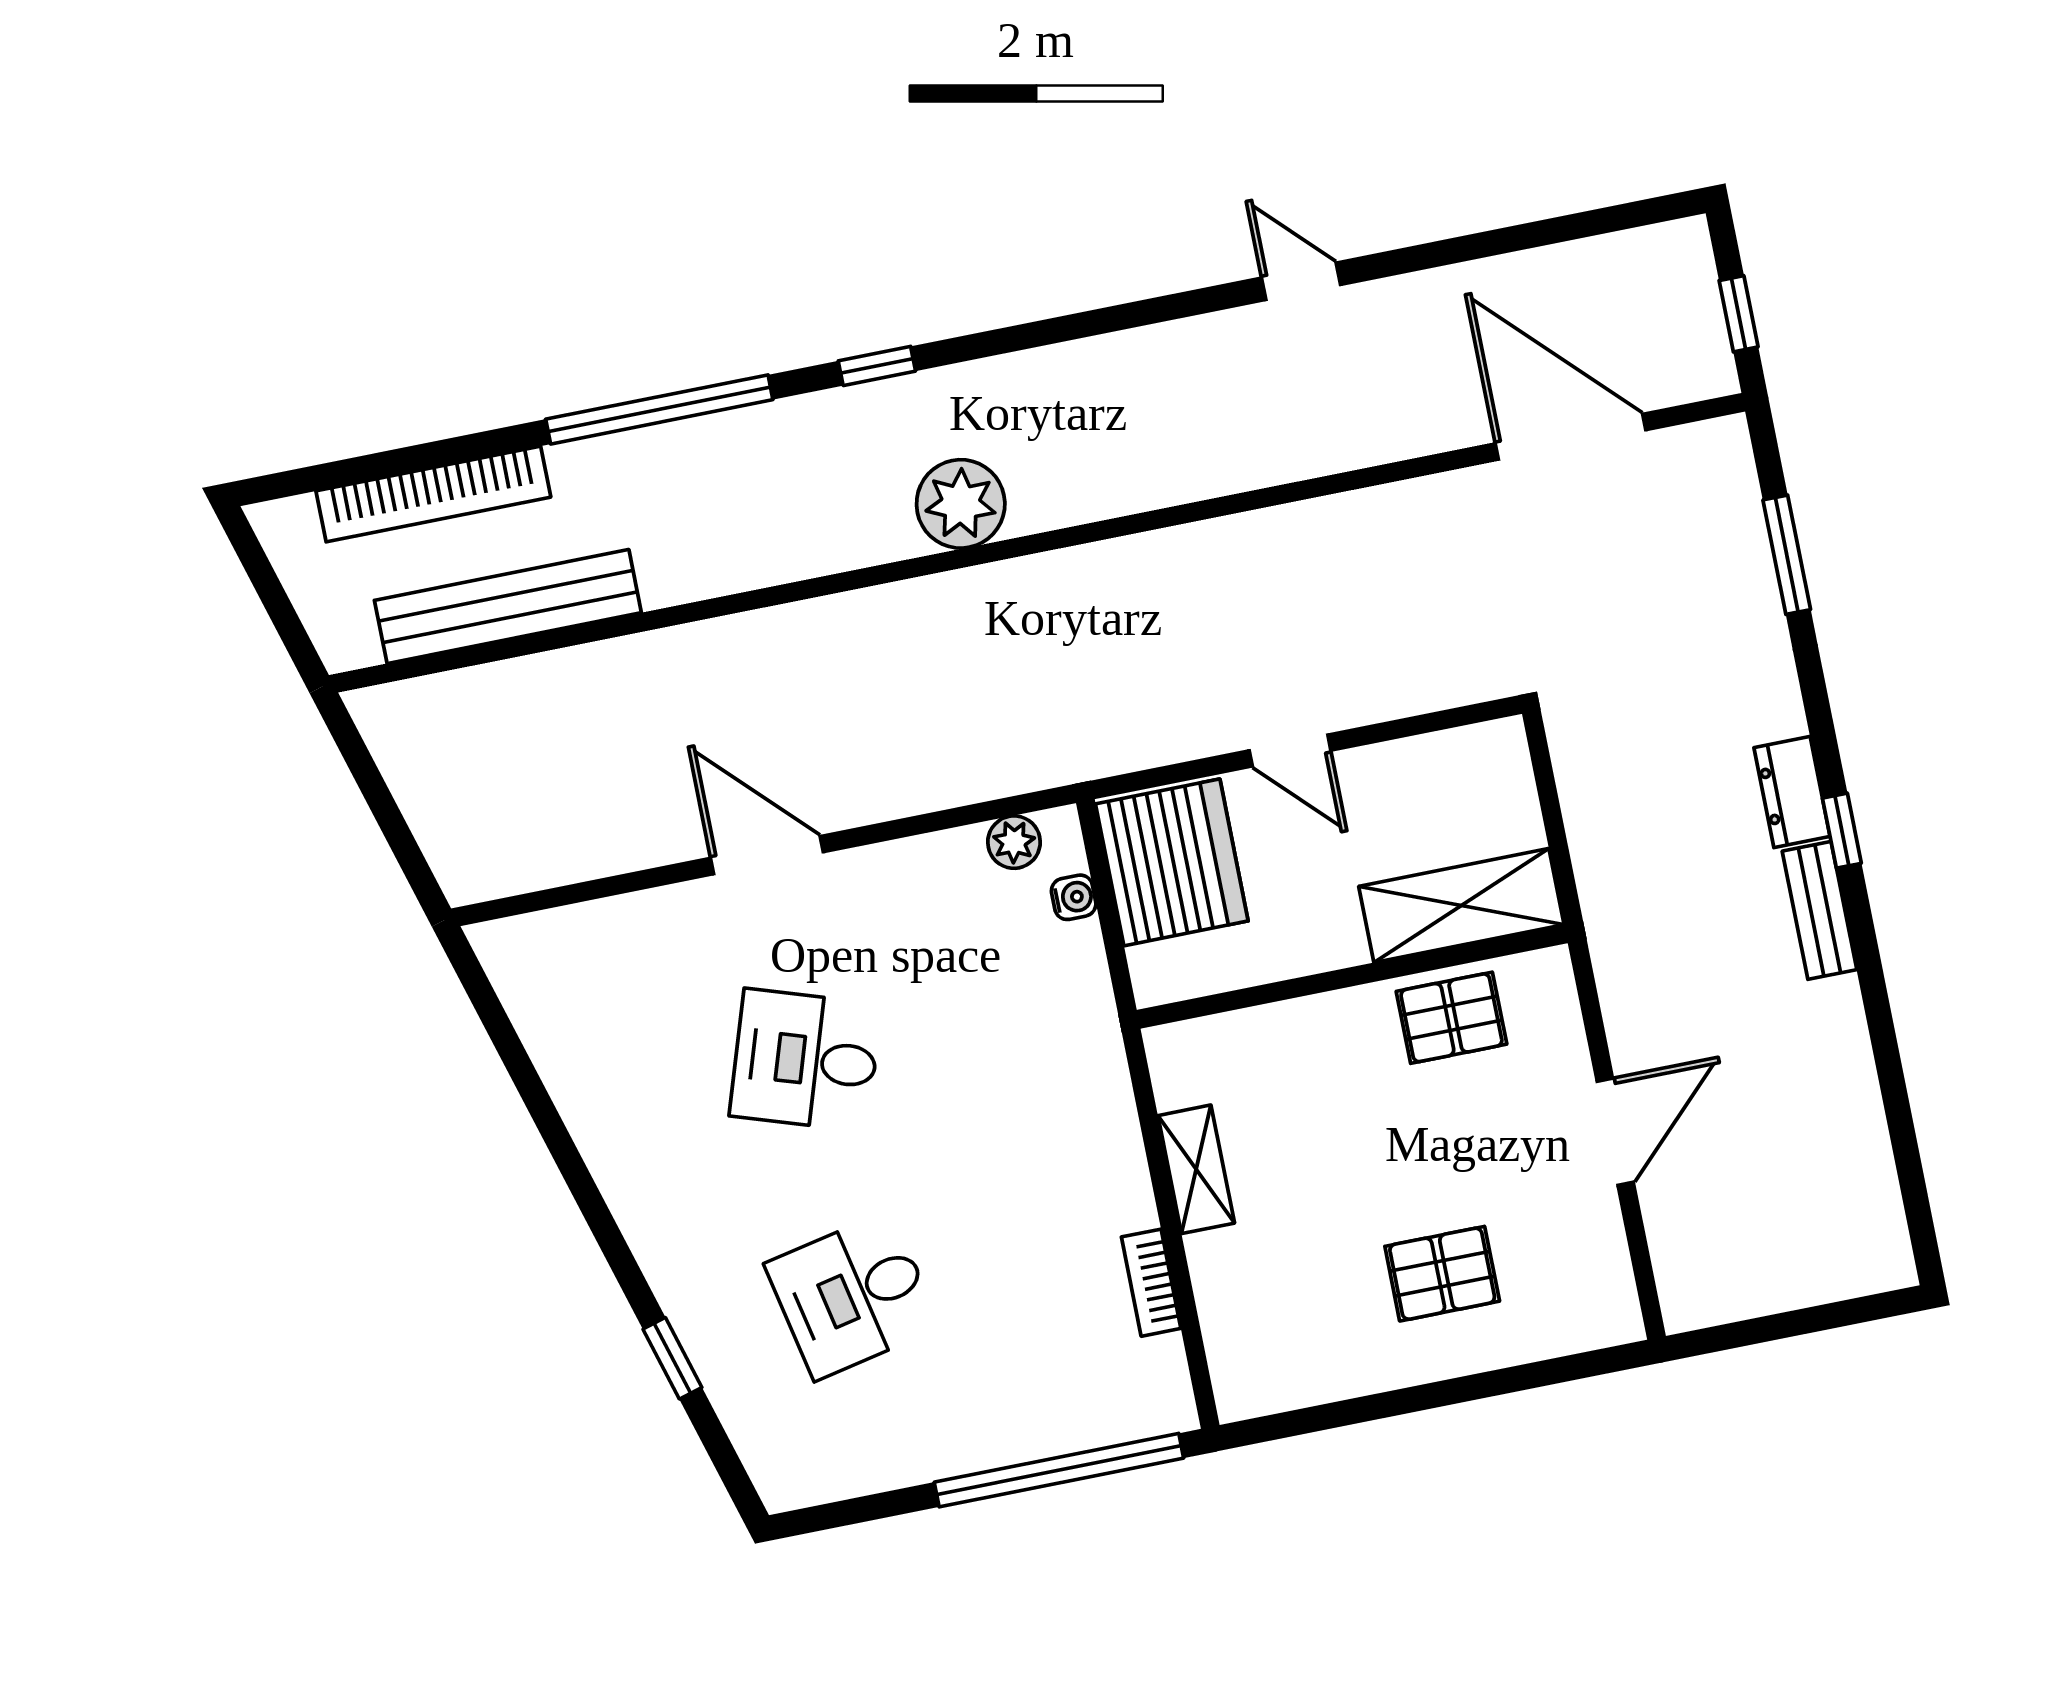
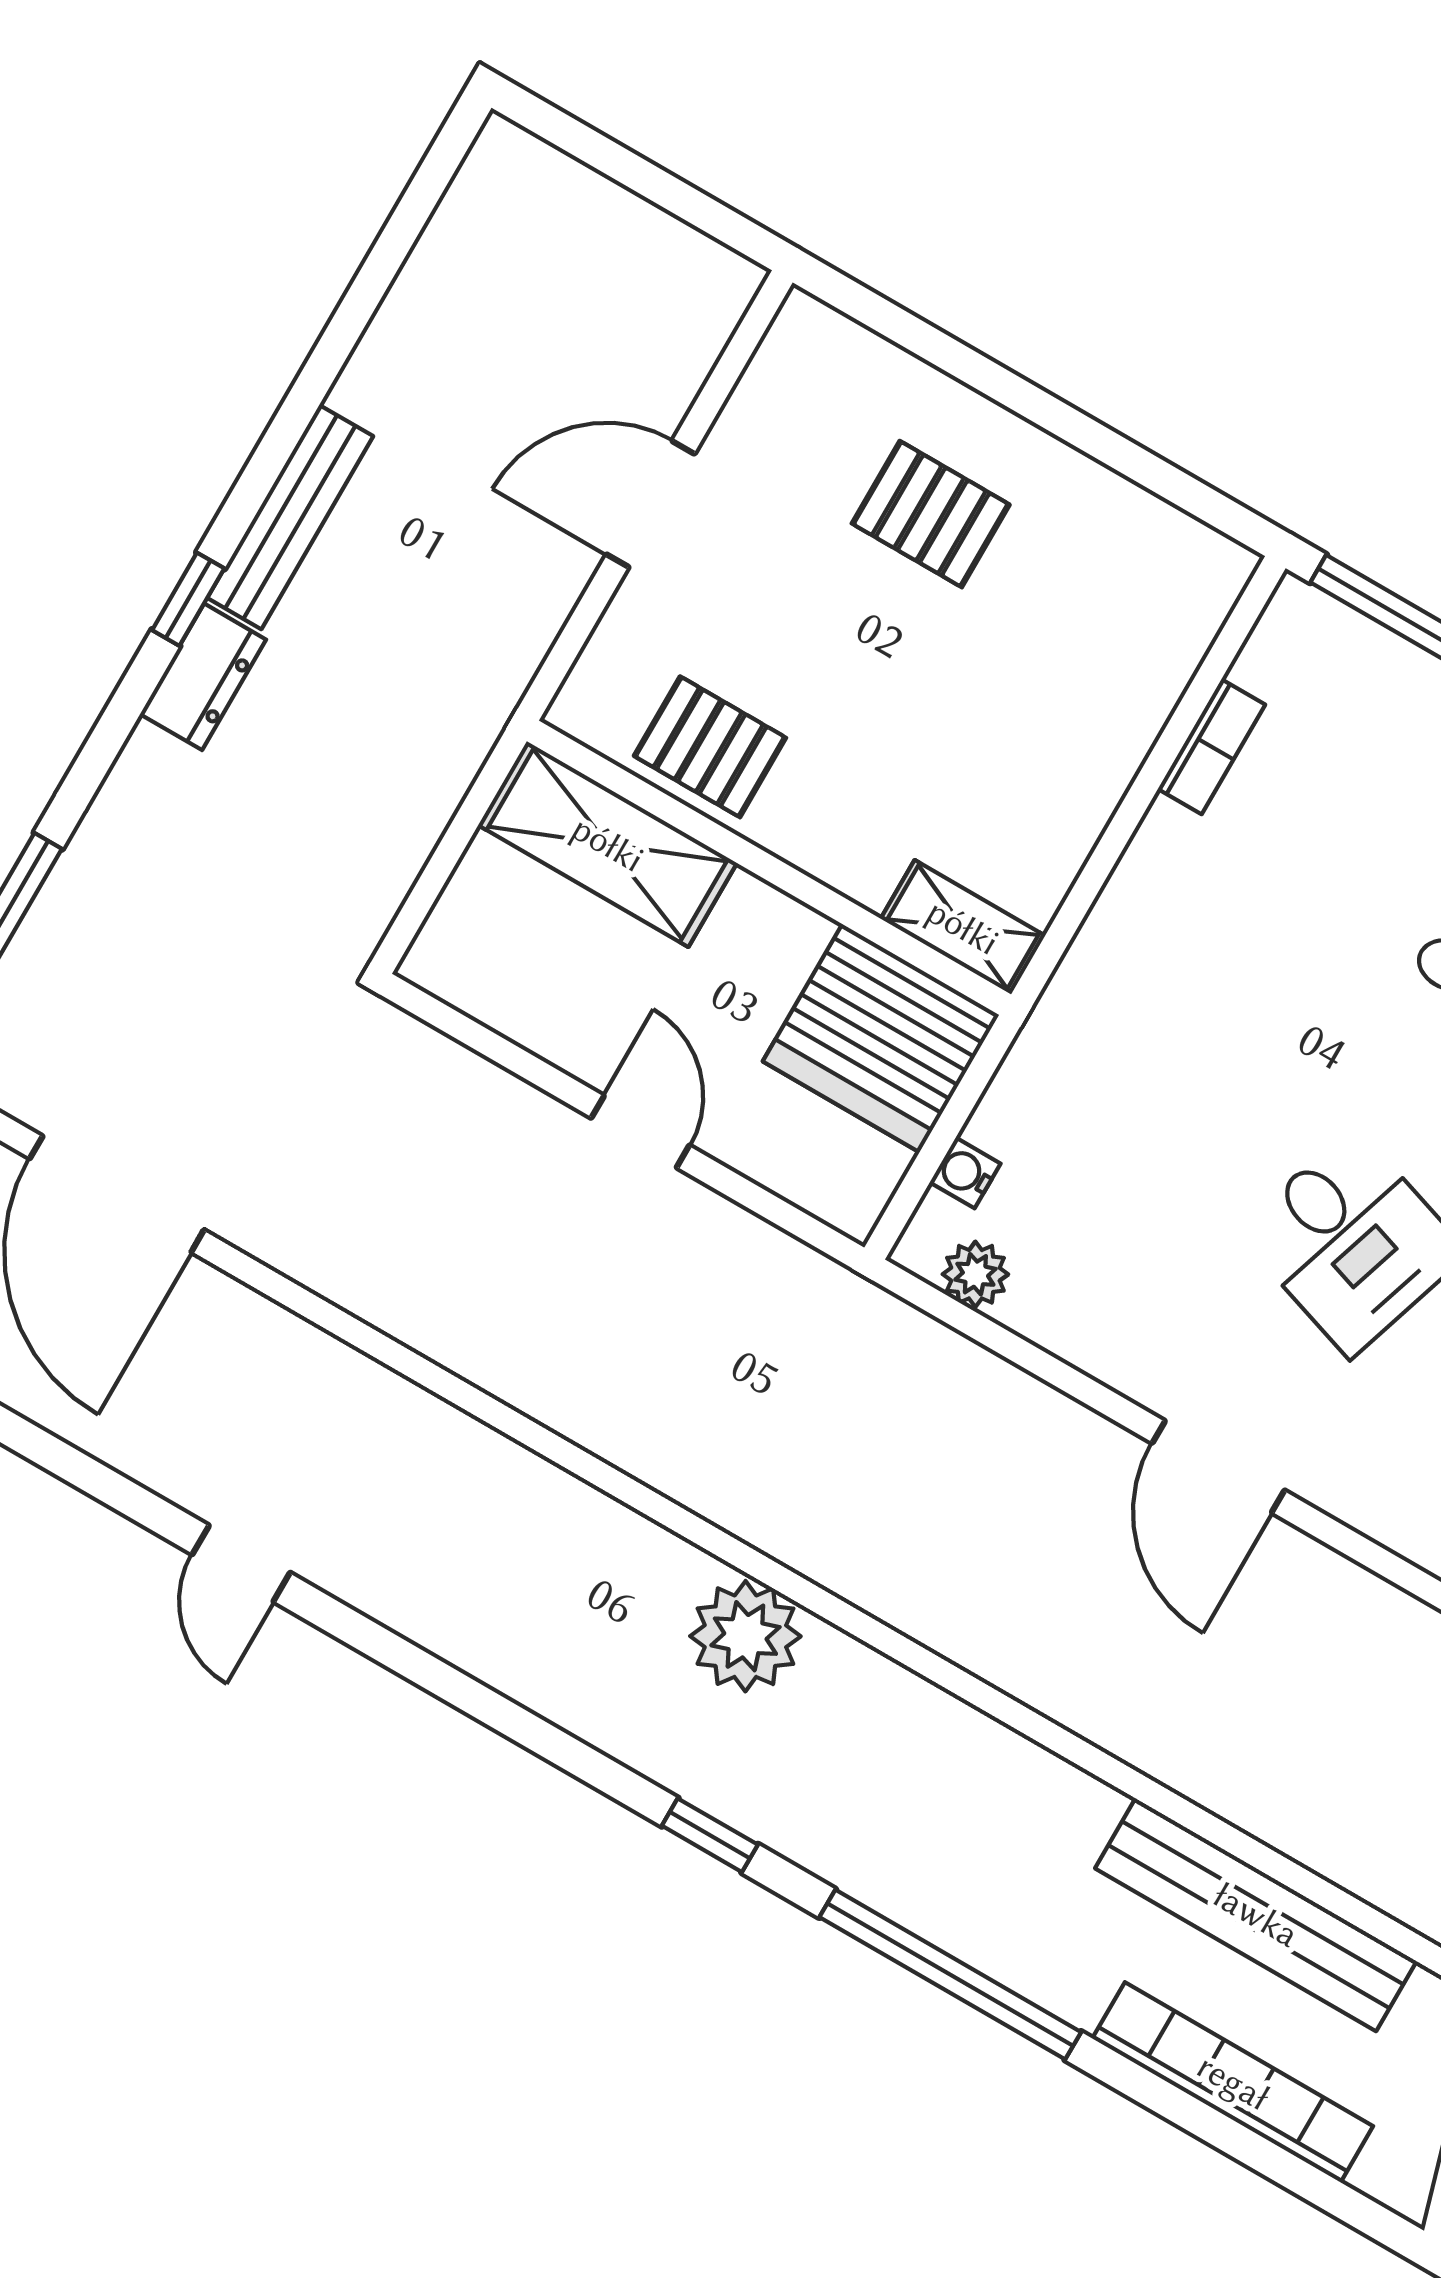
server rack: (1172, 862) -> (881, 1038), moved, turned -90
bench: (1819, 910) -> (290, 517), width x1.36
shelving: (1196, 1169) -> (963, 927), moved, turned 90

